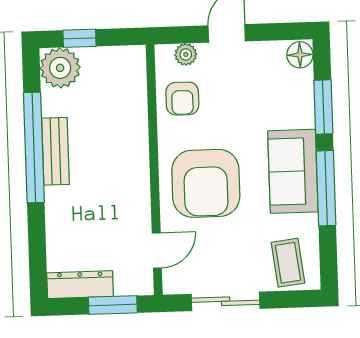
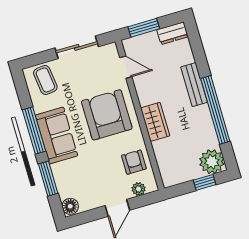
bench: (55, 151) -> (194, 85), moved
wardrobe: (133, 153) -> (155, 122), added
door: (157, 251) -> (126, 67), swing flipped
dresser: (80, 285) -> (172, 33), width x0.70

